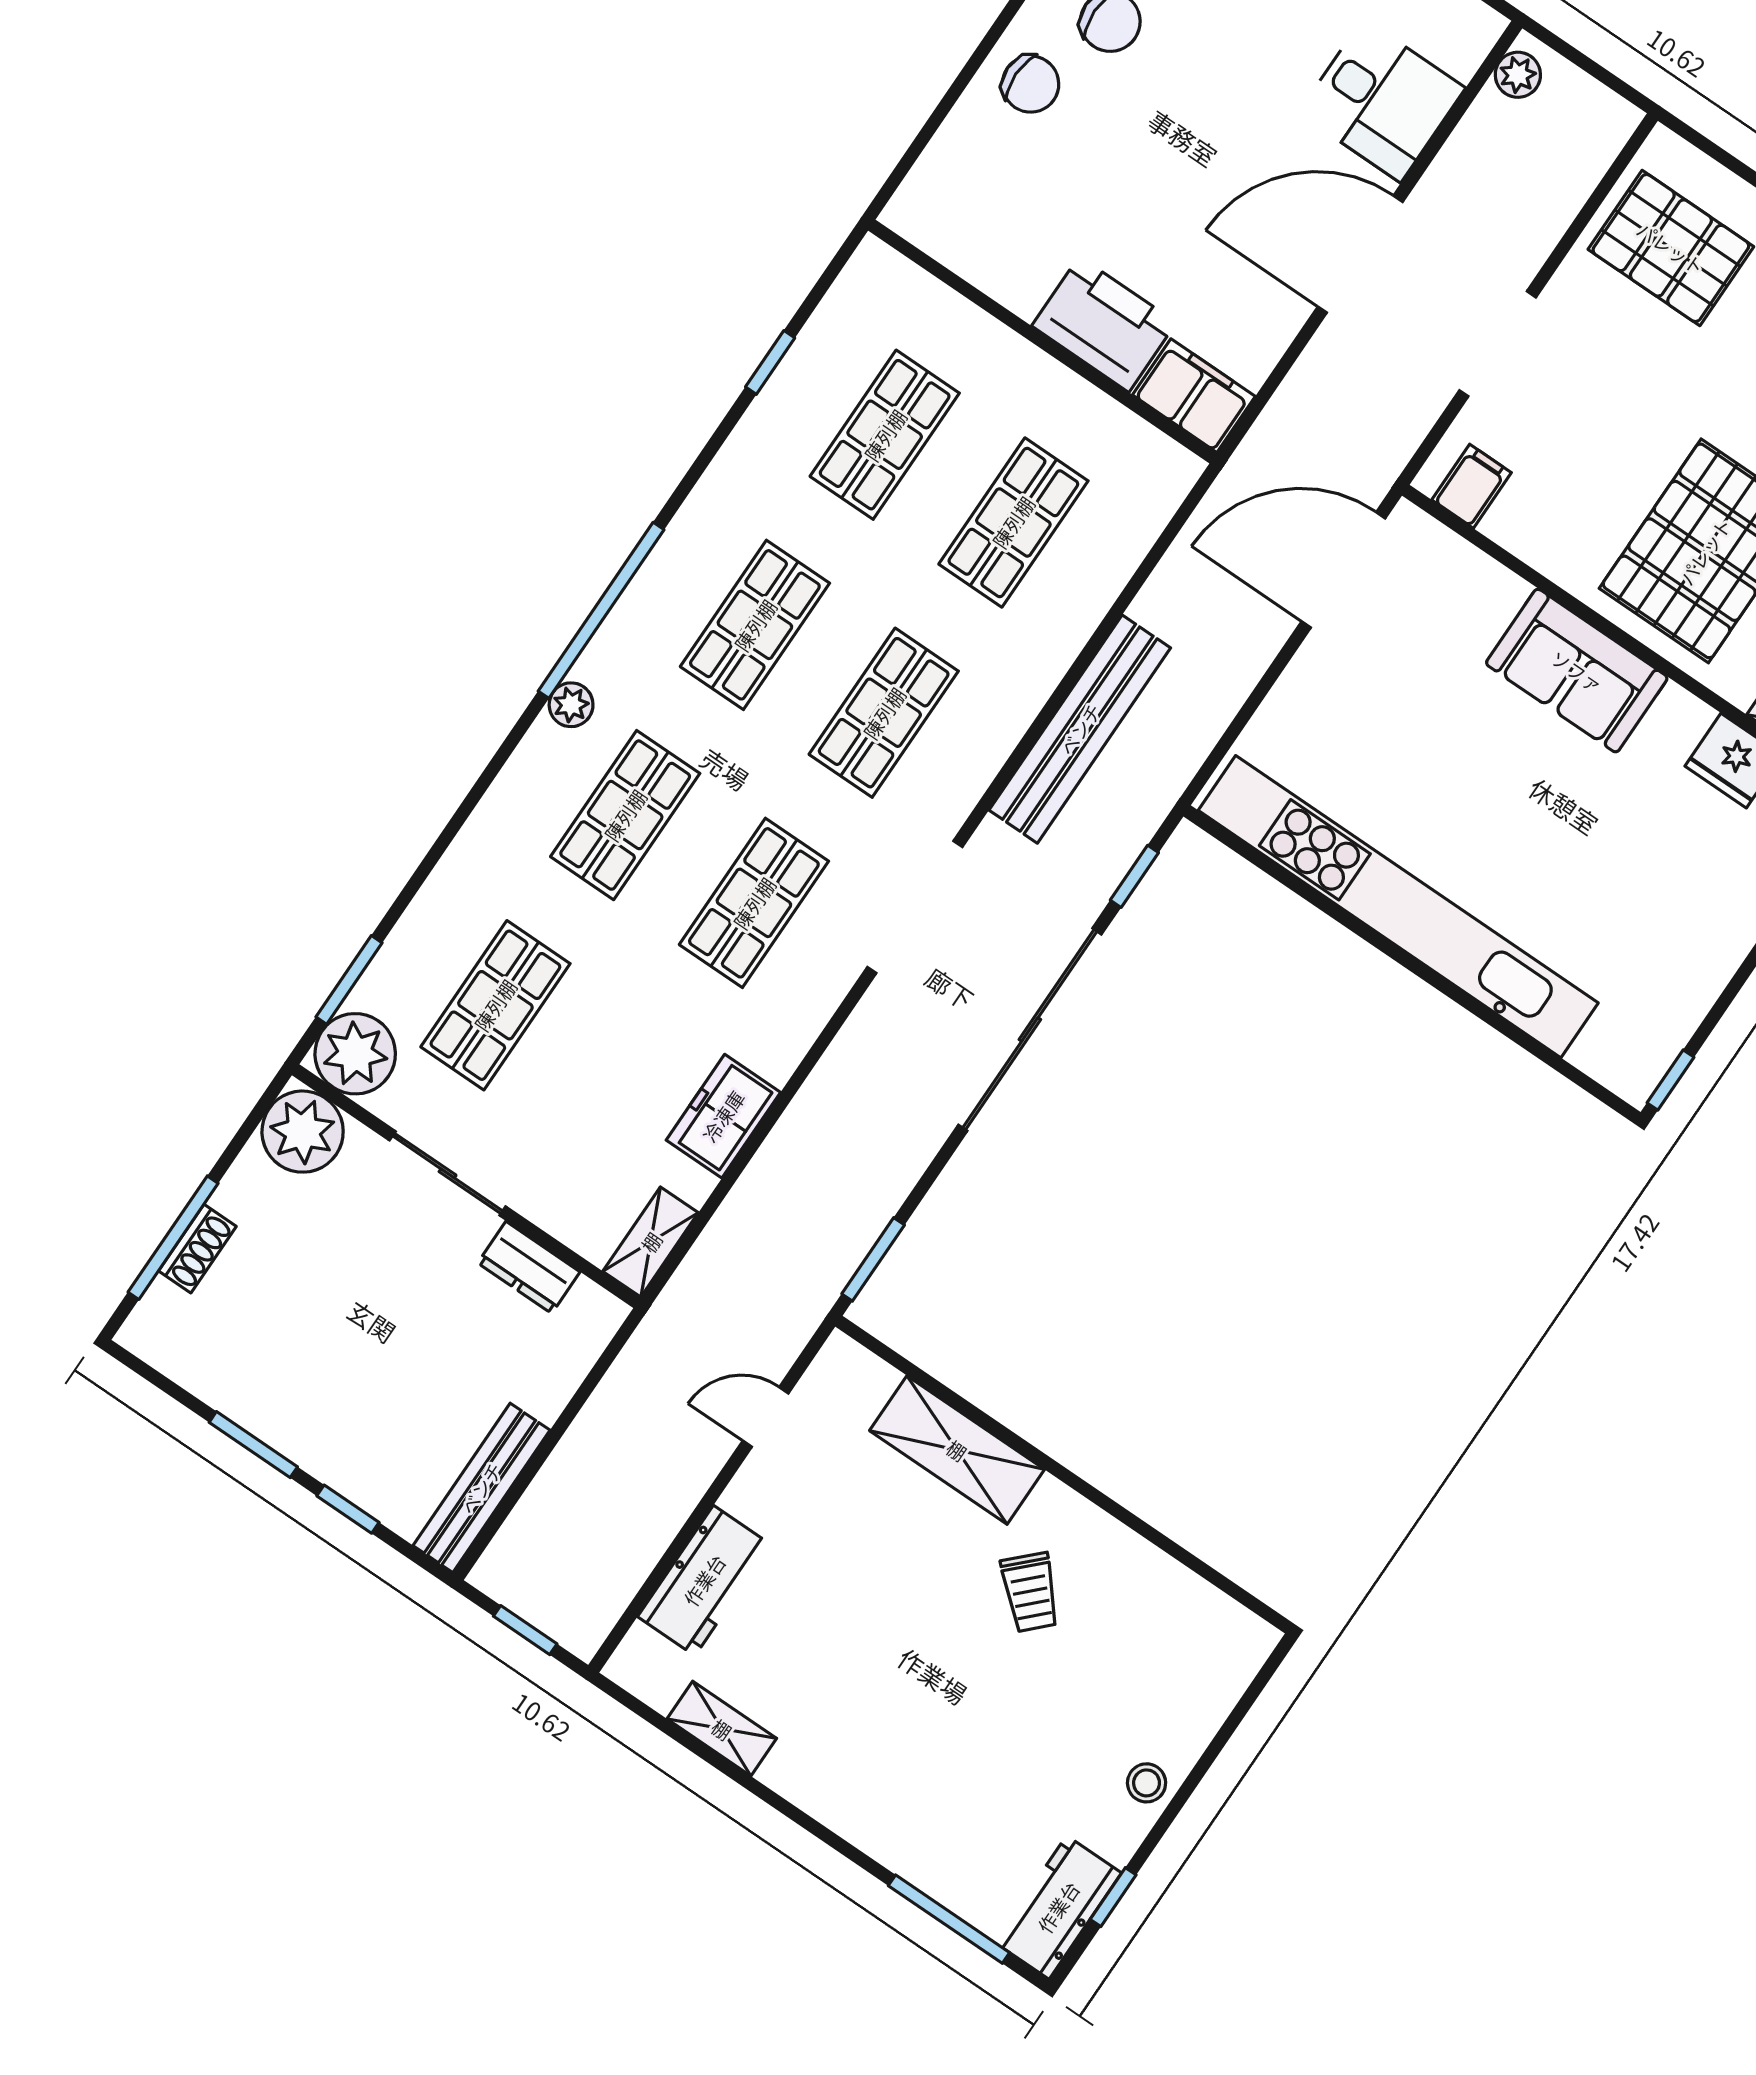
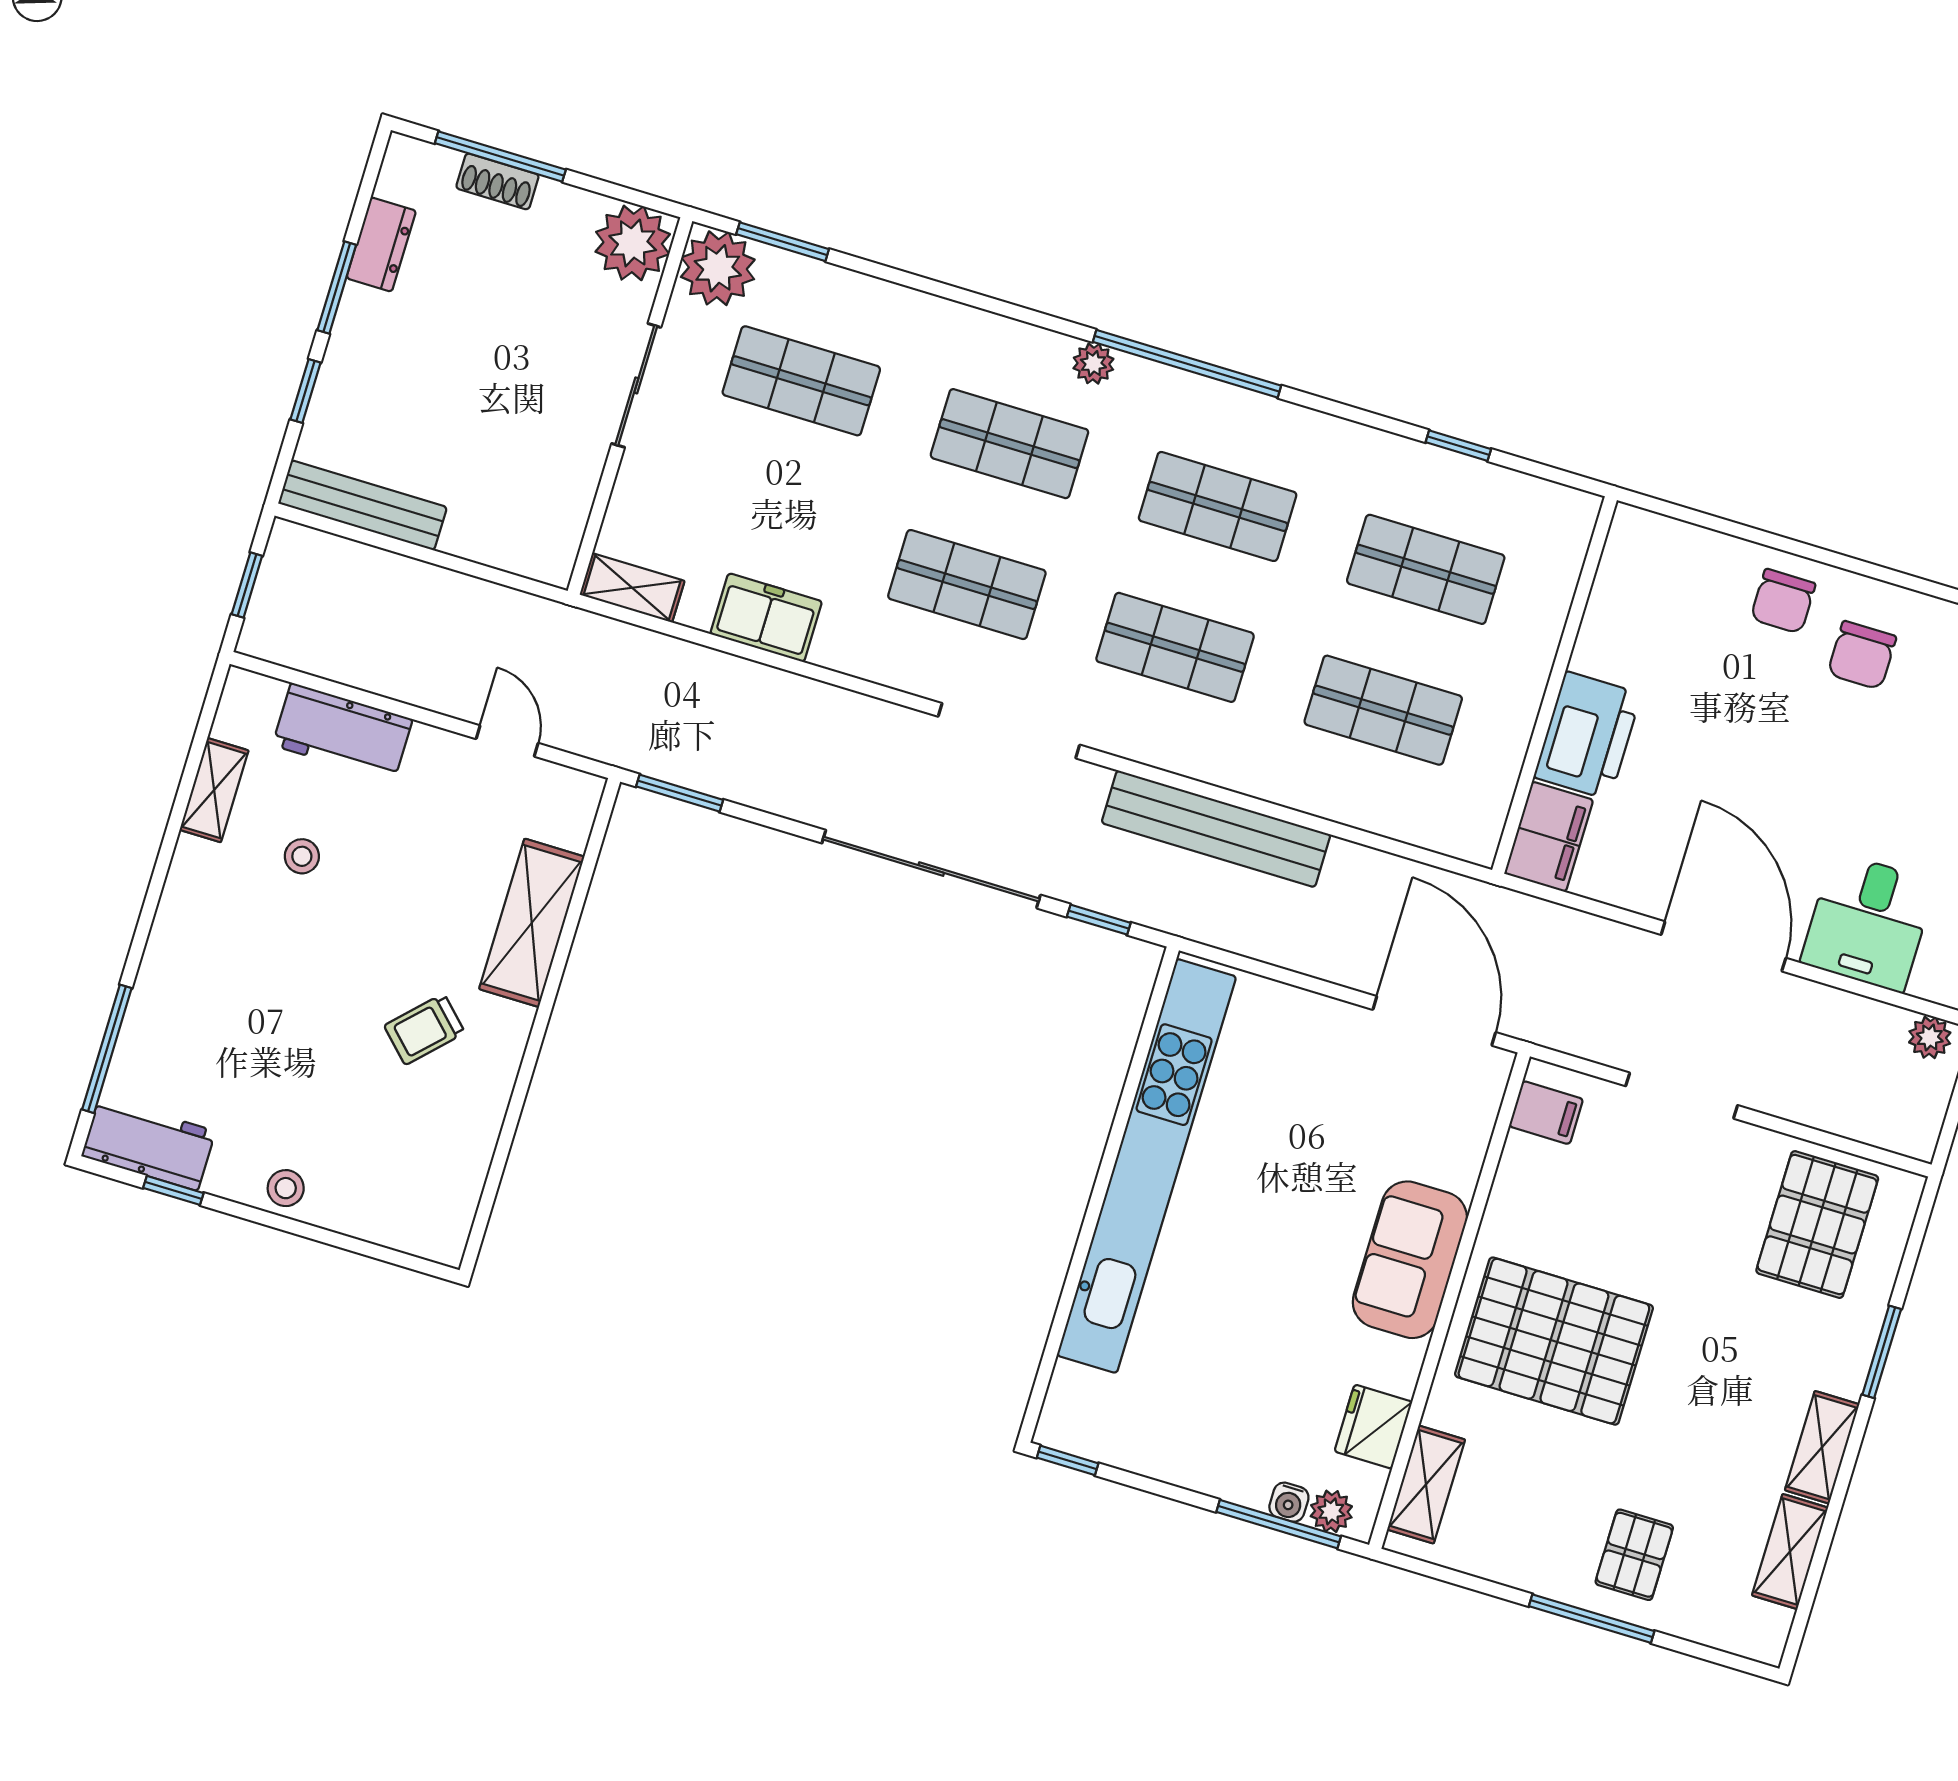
dresser: (529, 1267) -> (381, 244), moved, turned 180
stool: (817, 1661) -> (302, 856), added

